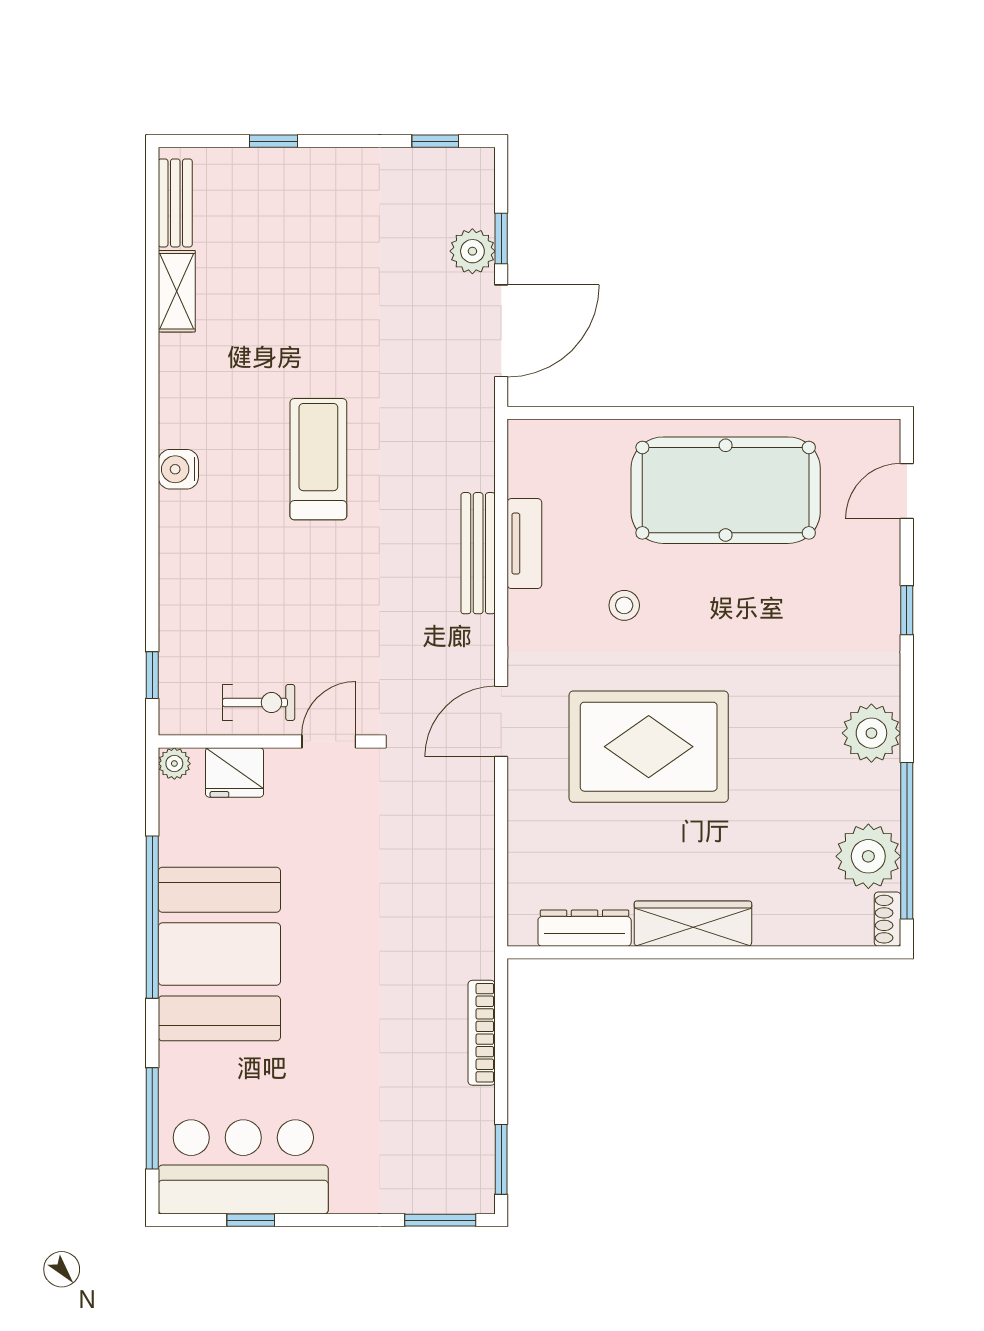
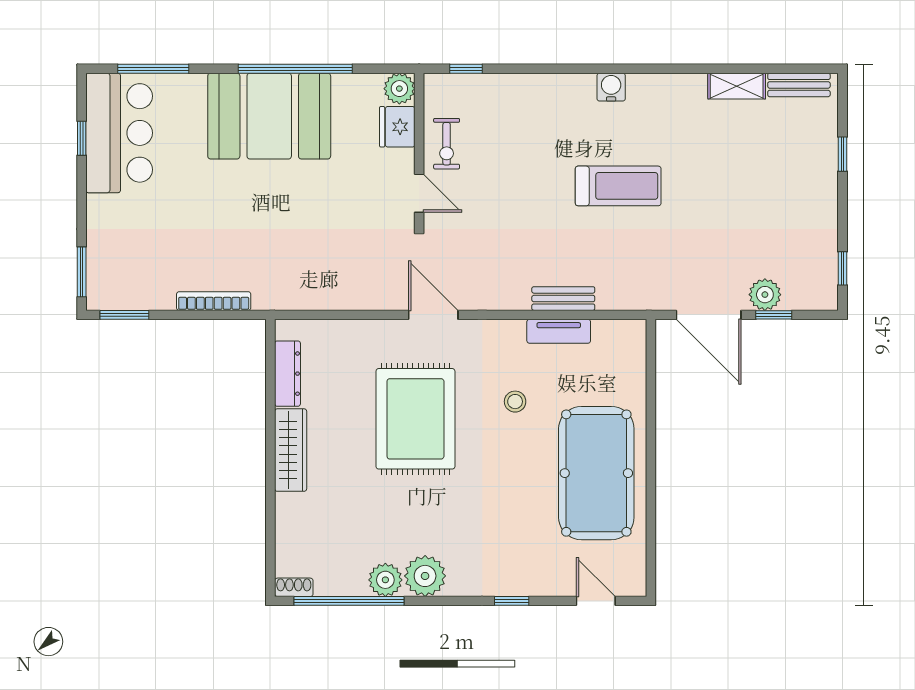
bench: (478, 553) -> (563, 299), width x0.73
plant: (174, 764) -> (399, 89), width x1.38, depth x1.38
plant: (868, 856) -> (385, 580), moved, width x0.73, depth x0.73

